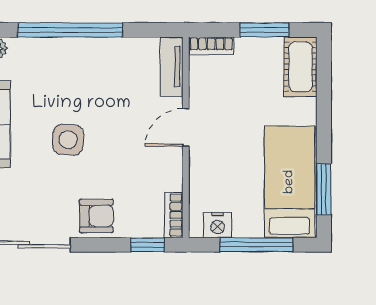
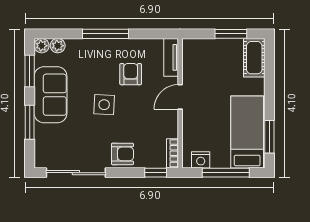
window: (70, 30) -> (105, 34), width x0.68
bookcase: (211, 46) -> (197, 44), removed
armchair: (109, 92) -> (131, 74), added

